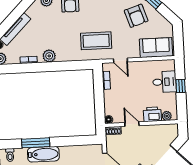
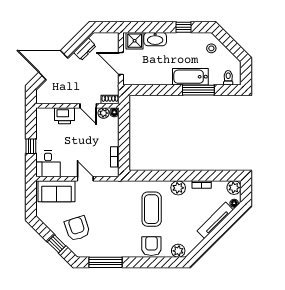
coffee table: (96, 41) -> (152, 209), moved, turned 90
door: (120, 60) -> (85, 179), moved
desk: (164, 82) -> (48, 164), moved, turned -90
plant: (167, 116) -> (103, 113), moved

